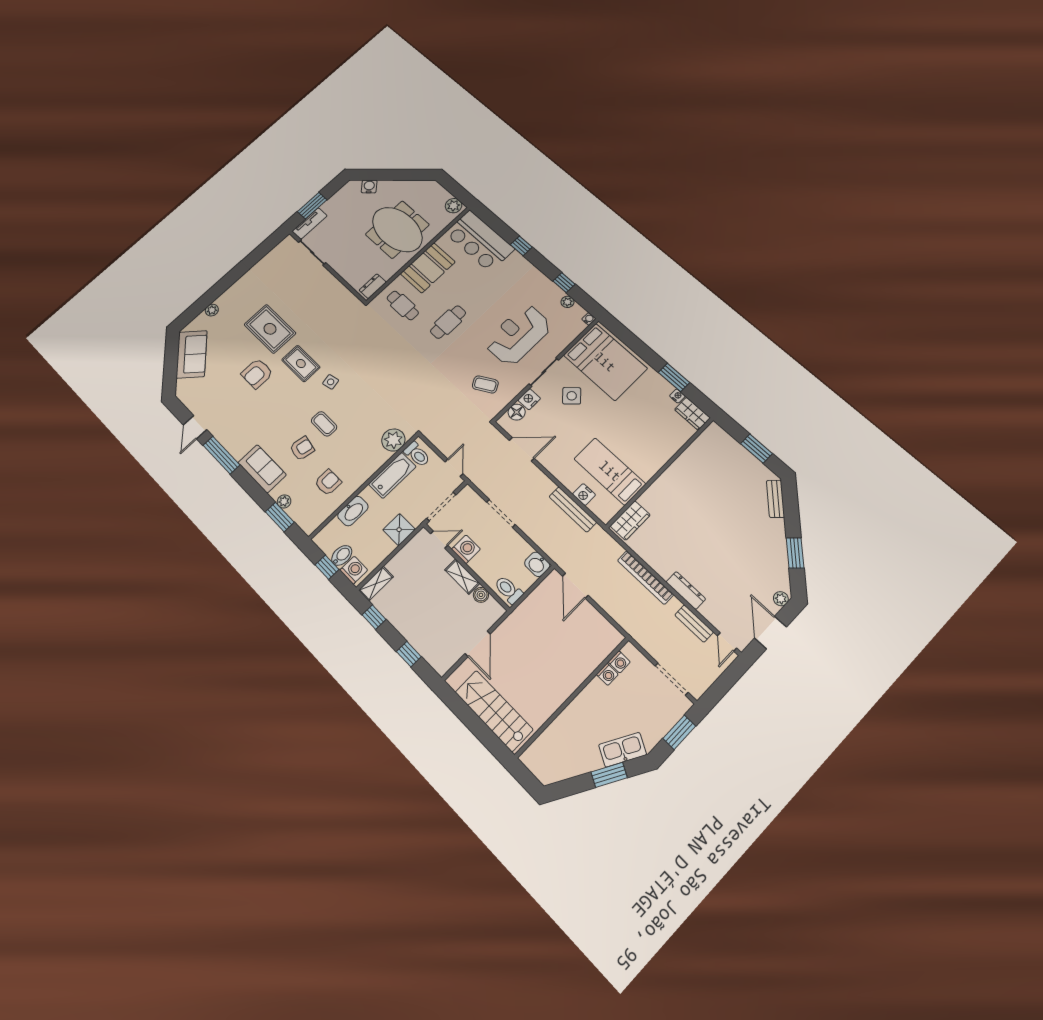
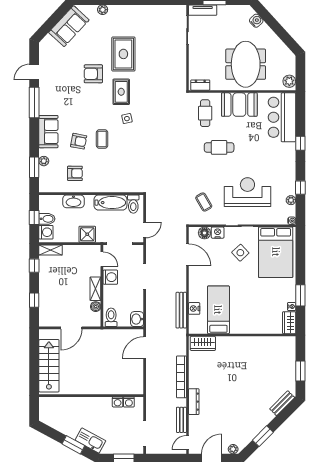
plant: (393, 440) -> (129, 184), removed

